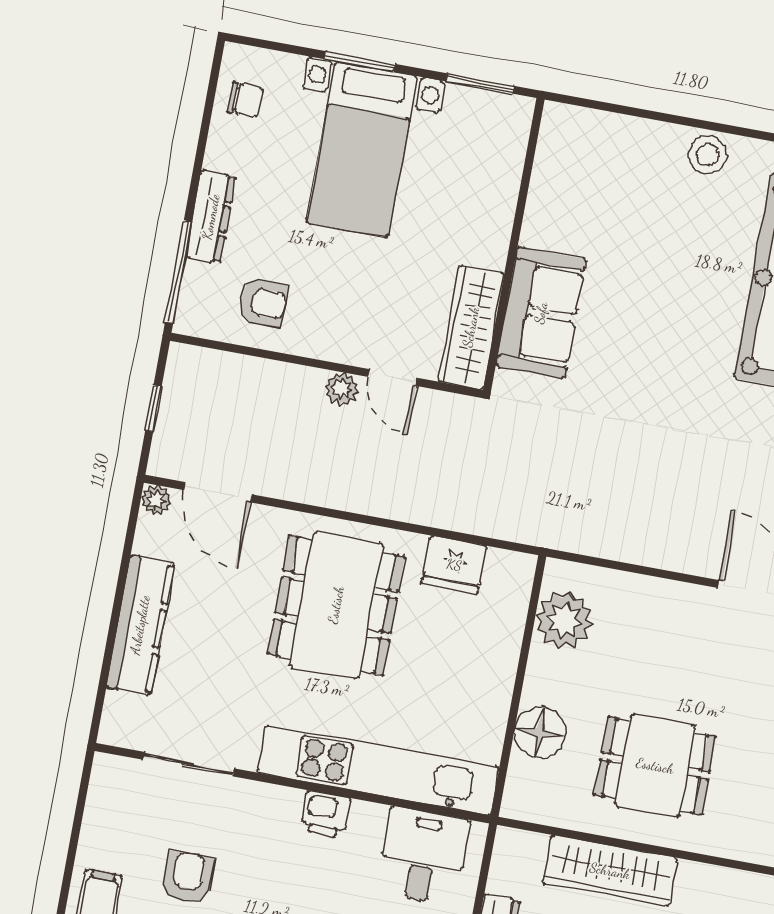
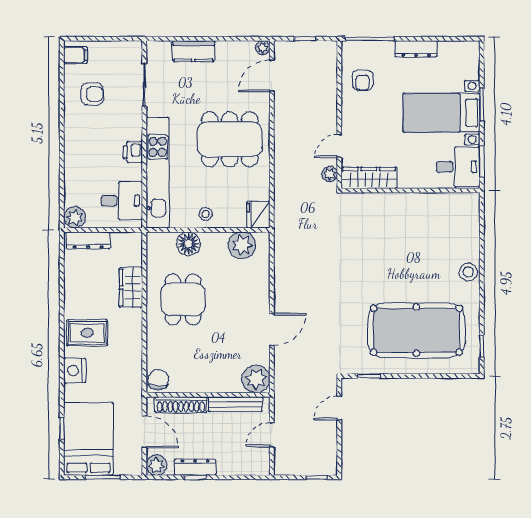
chair: (245, 100) -> (454, 55), removed
desk: (482, 135) -> (458, 167), added
dresser: (211, 217) -> (416, 49), moved
sofa: (541, 313) -> (381, 209), removed
plant: (342, 389) -> (330, 174), moved
fridge: (454, 565) -> (258, 215), moved
kitchen counter: (140, 625) -> (194, 51), width x0.67
stool: (484, 685) -> (206, 214), added
wardrobe: (610, 871) -> (131, 287), width x0.67

